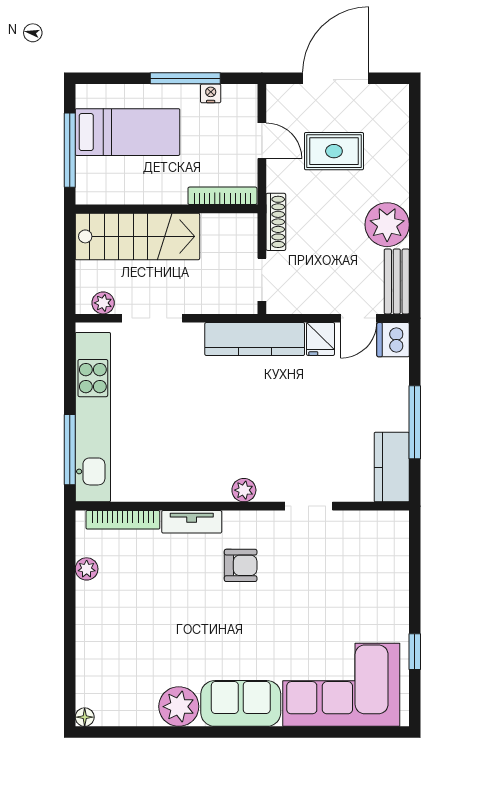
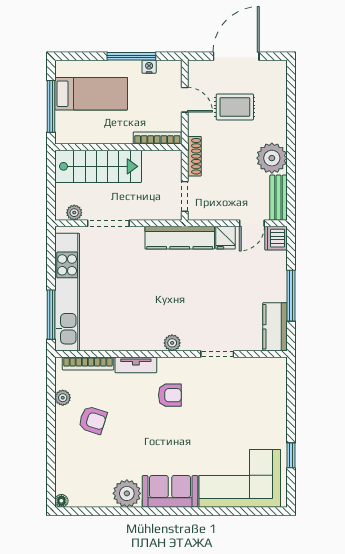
armchair: (130, 601) -> (93, 420), added

